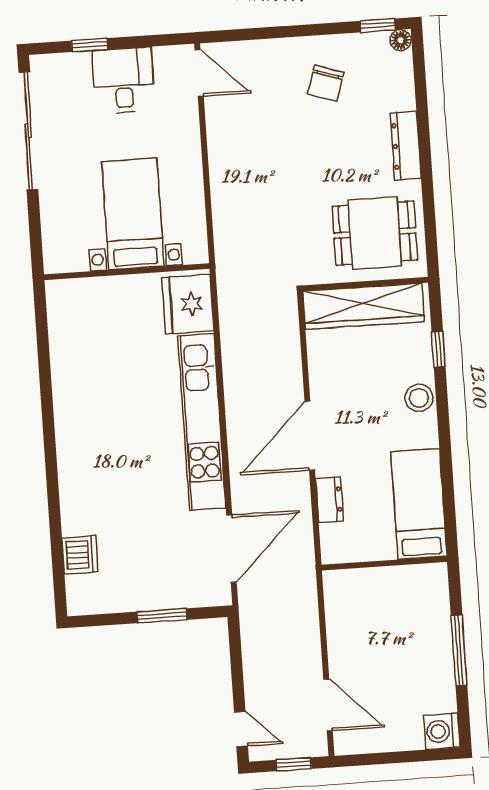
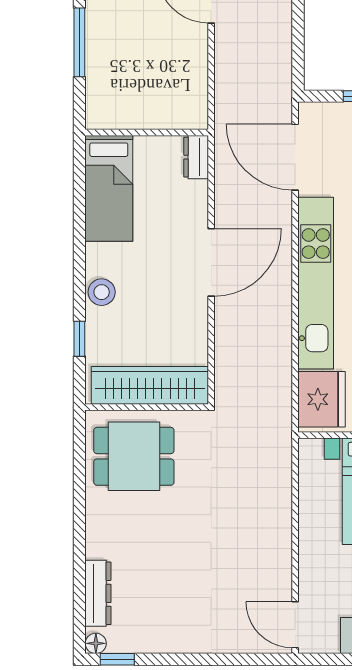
chair: (326, 83) -> (172, 606), removed
dresser: (406, 146) -> (98, 593), moved
dresser: (329, 500) -> (196, 157), moved
door: (232, 549) -> (295, 157), hinge flipped

